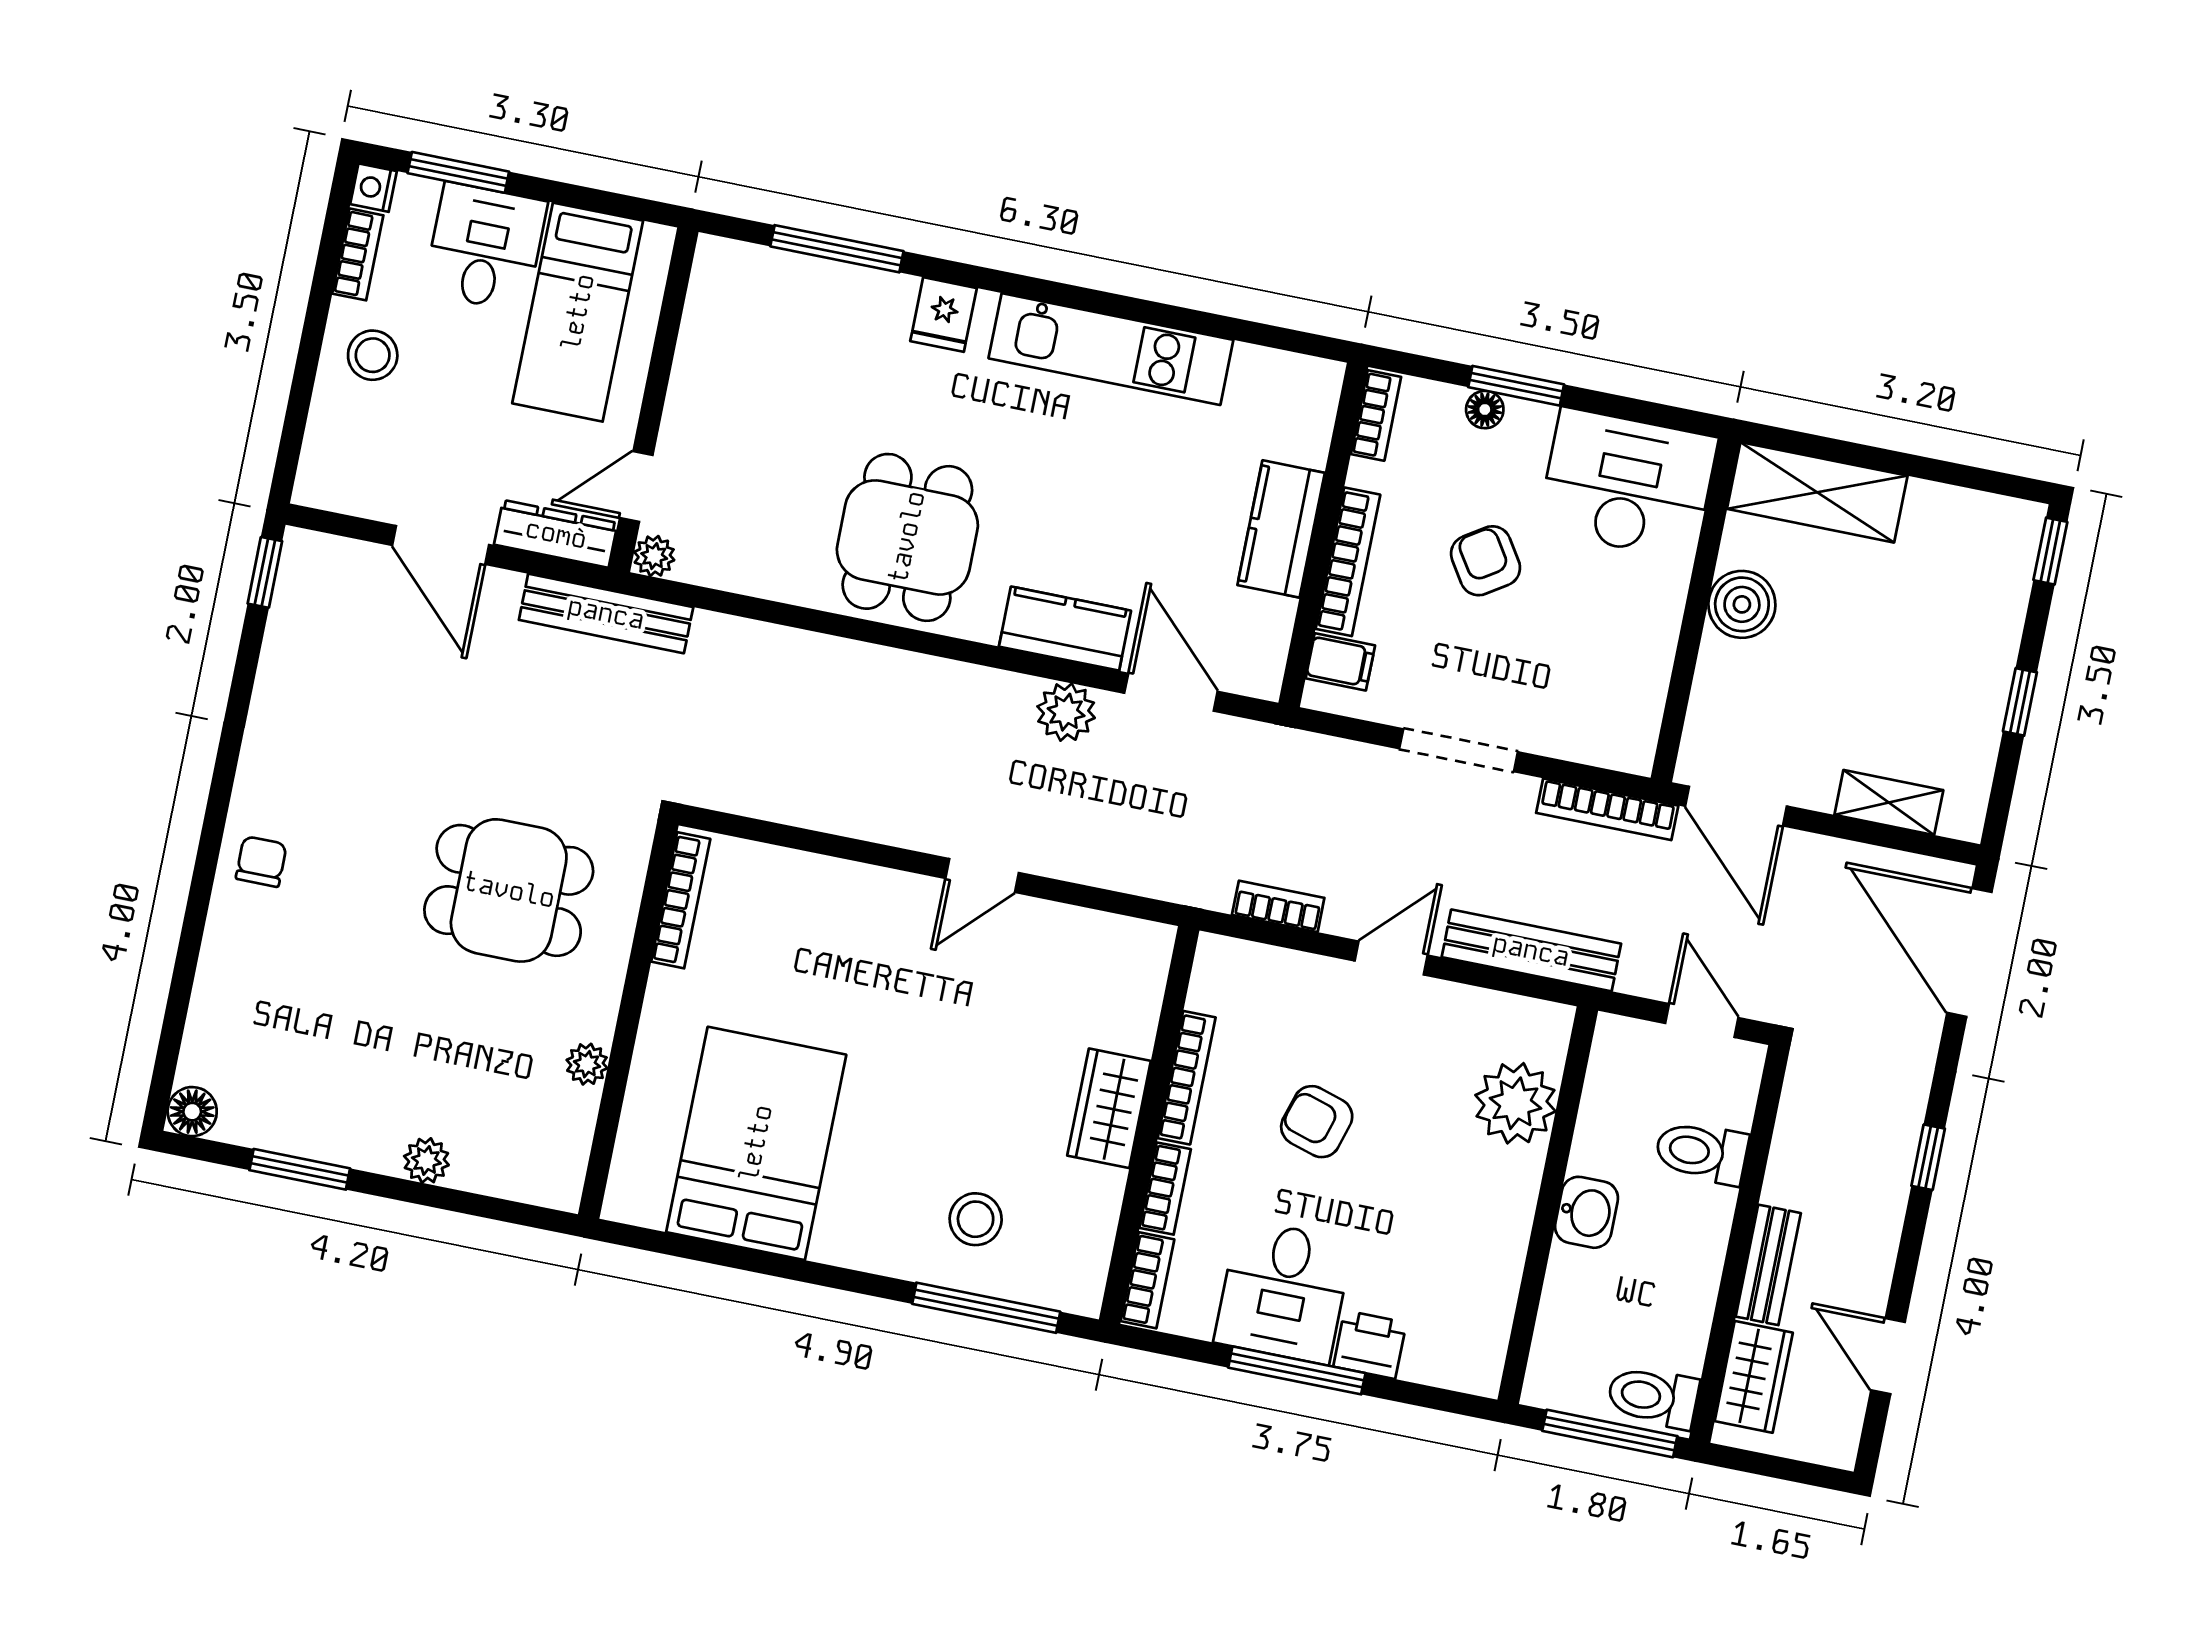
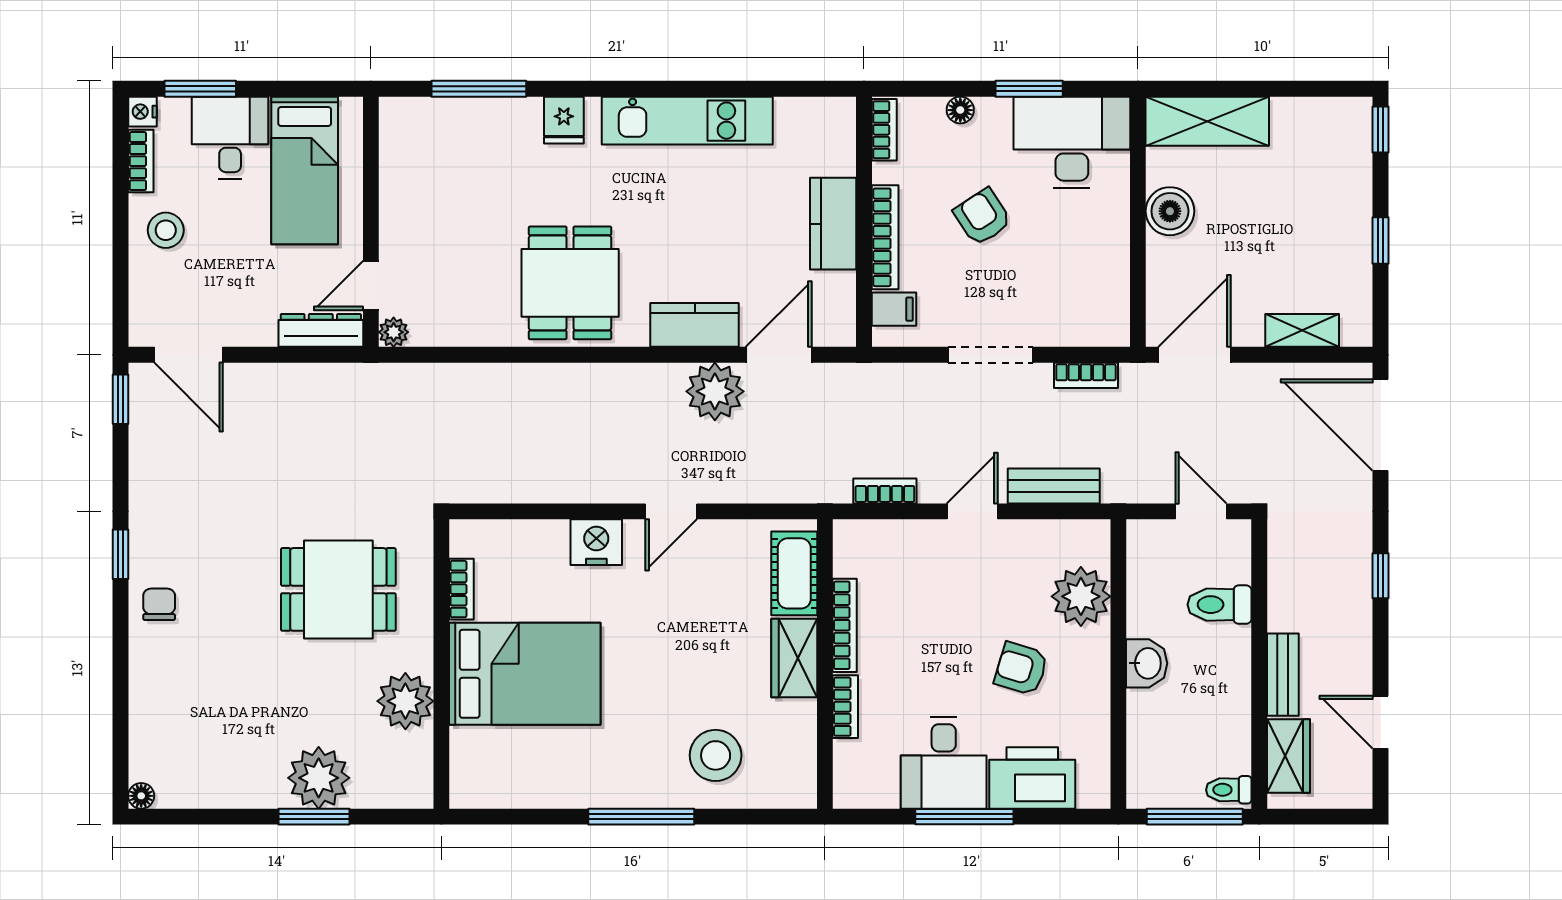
window: (1516, 386) -> (1029, 89), moved
door: (441, 545) -> (189, 355), moved
bench: (606, 613) -> (368, 380), removed
door: (1171, 692) -> (779, 355), hinge flipped
plant: (1066, 712) -> (715, 391), width x1.36, depth x1.36
window: (222, 783) -> (120, 554), added
door: (1736, 806) -> (1195, 355), swing flipped
bookcase: (1607, 809) -> (1086, 375), width x0.64
nightstand: (872, 897) -> (596, 542), added
bookcase: (681, 900) -> (461, 589), width x0.64
bench: (1531, 950) -> (1054, 486), width x0.73
cot: (1132, 994) -> (794, 573), added
plant: (587, 1064) -> (405, 701), width x1.88, depth x1.88
floor lamp: (192, 1112) -> (141, 796), width x0.73, depth x0.73
armchair: (1317, 1122) -> (1021, 669), moved
bed: (756, 1143) -> (525, 674), moved, turned 90
plant: (426, 1161) -> (319, 778), width x1.87, depth x1.87
window: (300, 1169) -> (314, 817), moved
stool: (976, 1219) -> (716, 755), width x1.38, depth x1.38
bookcase: (1147, 1280) -> (846, 774), removed
window: (986, 1308) -> (641, 817), moved
printer: (1370, 1345) -> (1032, 778), width x1.87, depth x1.48
toilet: (1653, 1397) -> (1229, 790), width x0.73, depth x0.72

